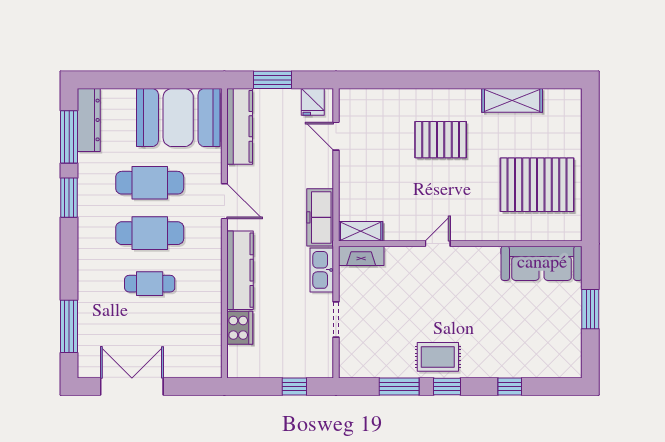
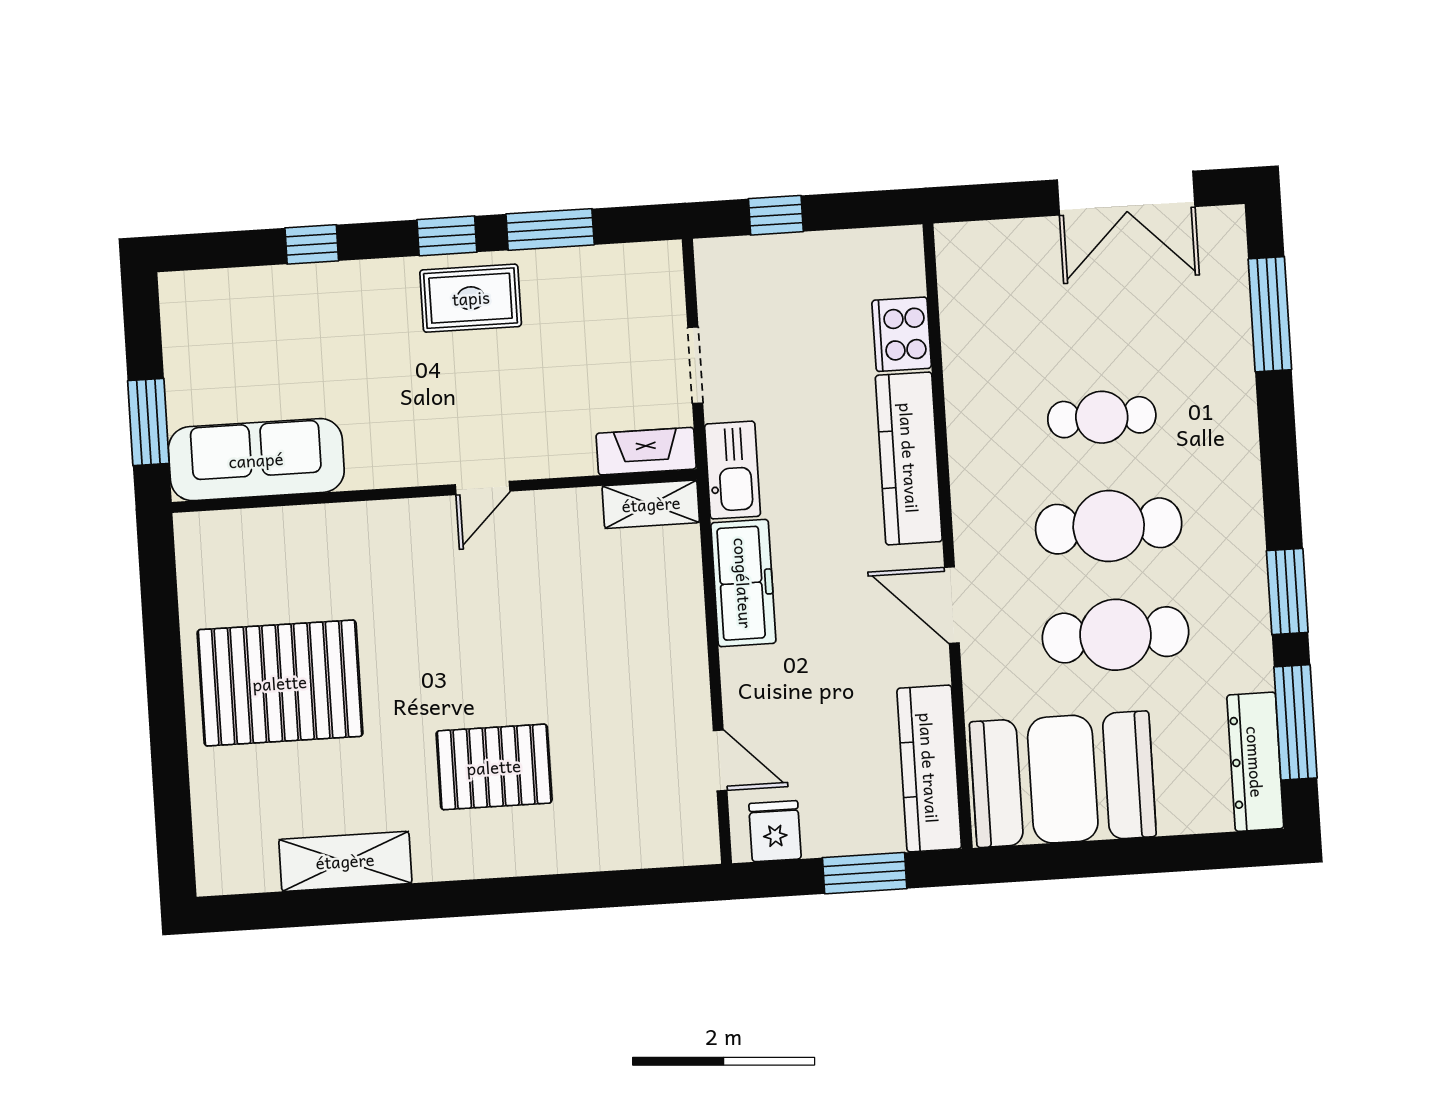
shelving: (361, 231) -> (651, 504), moved
door: (438, 244) -> (483, 488), moved
wall: (460, 244) -> (434, 491), moved
fireplace: (361, 256) -> (646, 451), moved
sofa: (542, 263) -> (256, 460), moved

